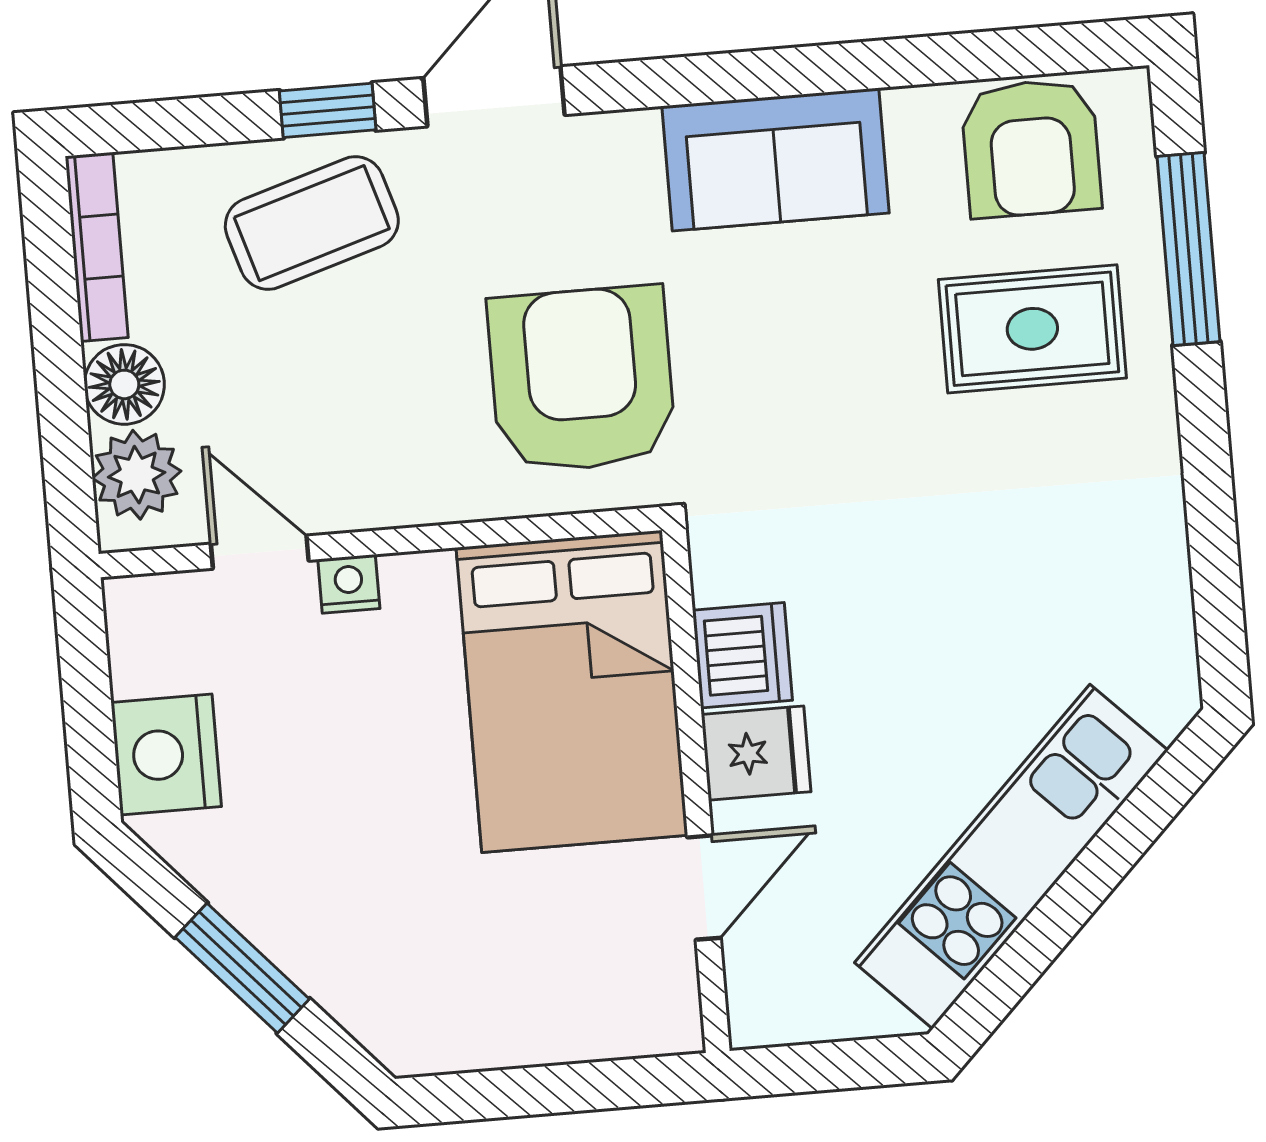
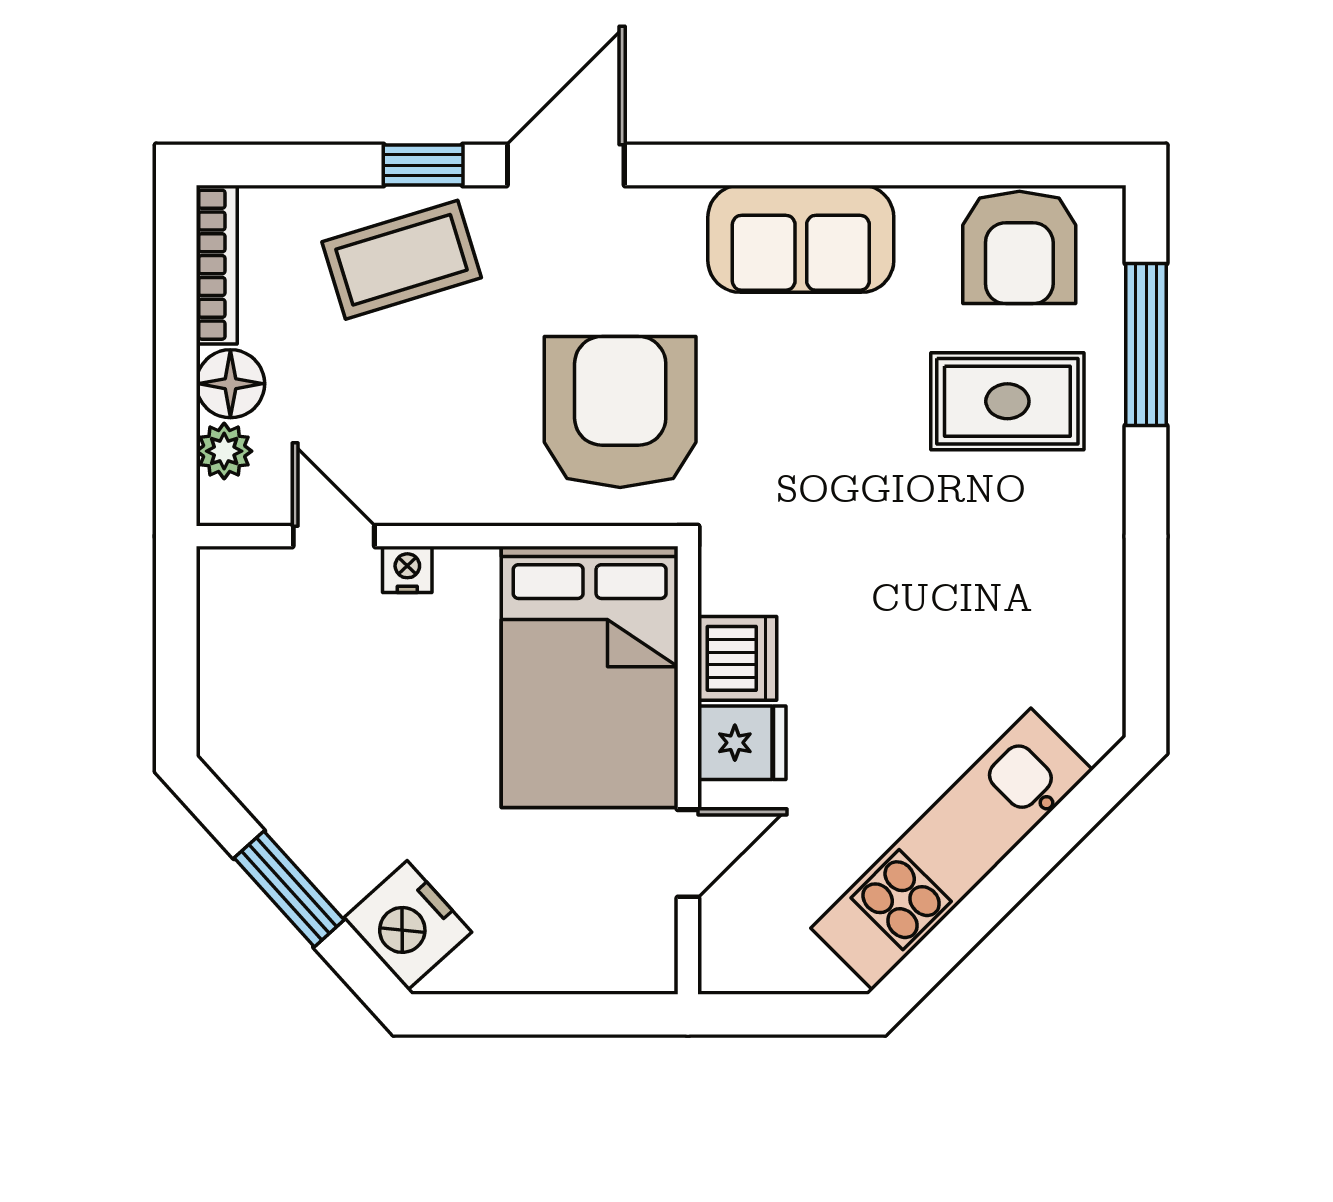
plant: (137, 475) -> (224, 451), width x0.73, depth x0.73
nightstand: (166, 754) -> (407, 925), moved, turned -42

